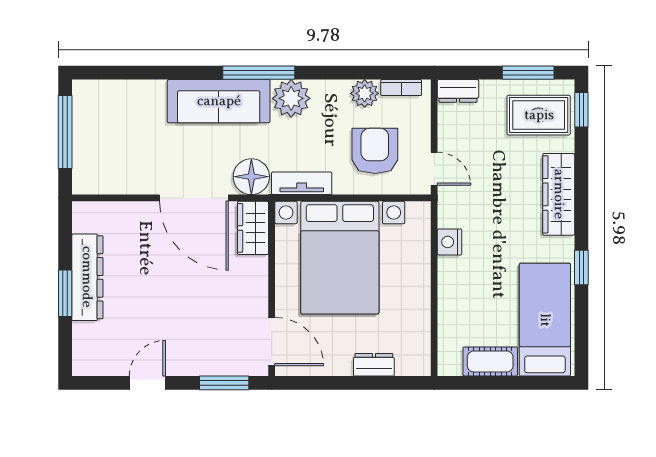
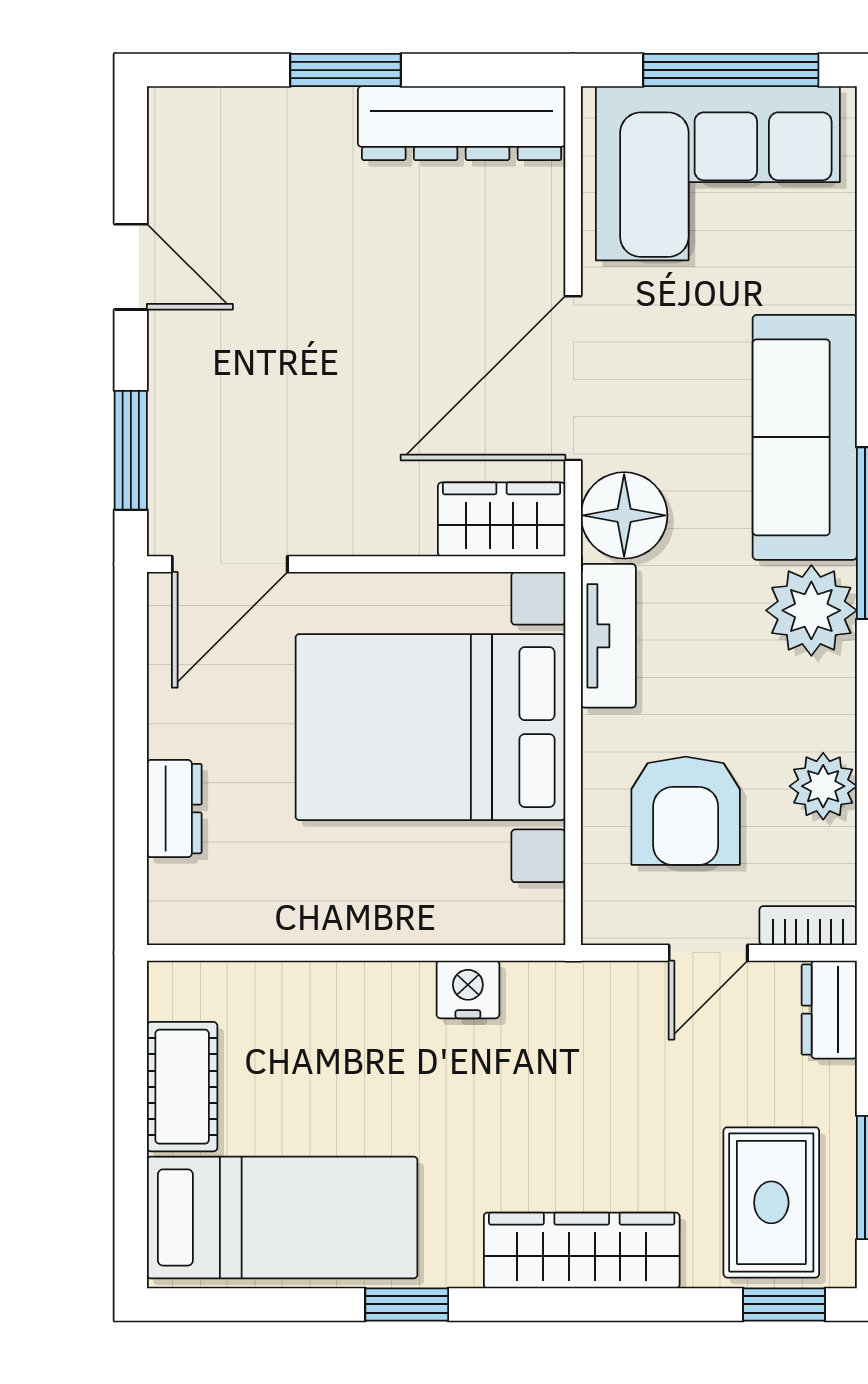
bookcase: (401, 87) -> (808, 926), moved, turned 90
corner sofa: (108, 137) -> (718, 173), added
armchair: (375, 151) -> (686, 811), turned 90
door: (434, 169) -> (708, 953), moved
dresser: (87, 277) -> (462, 123), moved

